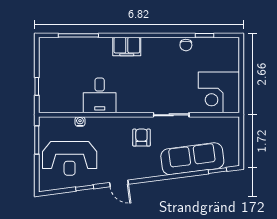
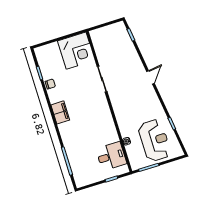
filing cabinet: (127, 46) -> (60, 112), moved
desk: (100, 95) -> (111, 156), moved
armchair: (141, 138) -> (124, 95), removed
sofa: (192, 159) -> (128, 55), removed
door: (119, 183) -> (151, 77), moved

